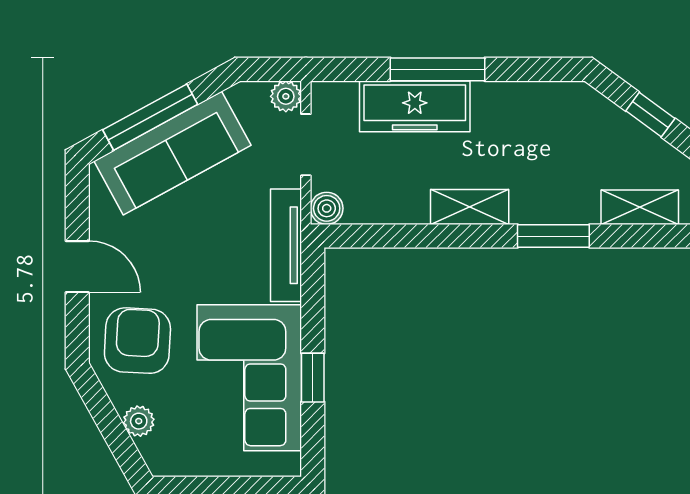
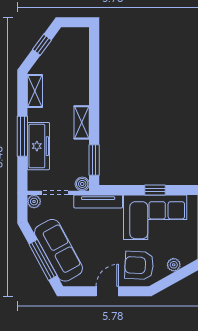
shelving: (640, 207) -> (35, 91), moved
window: (553, 236) -> (94, 160), moved

